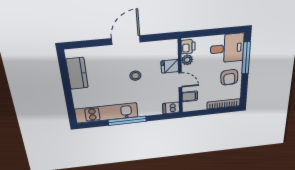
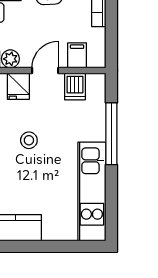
dishwasher: (171, 108) -> (75, 86), moved
window: (127, 121) -> (111, 134), moved

